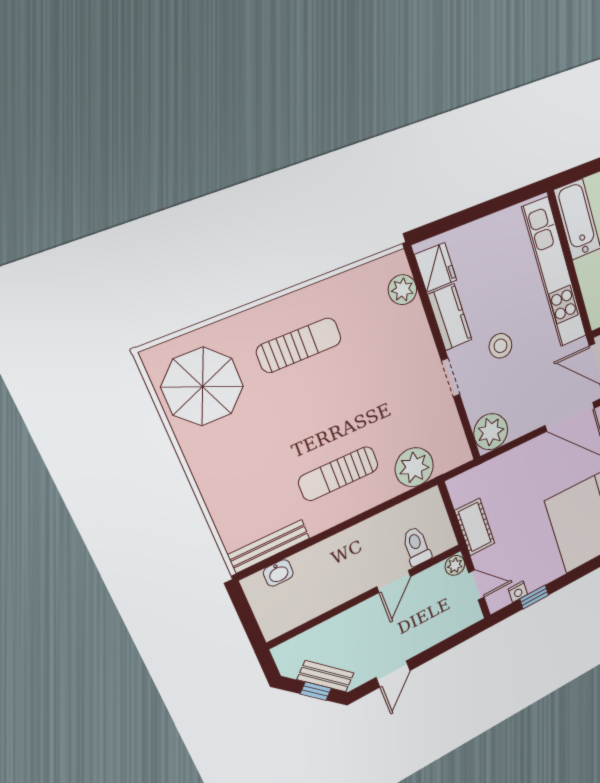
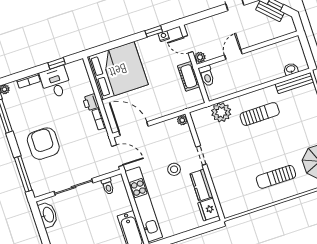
plant: (402, 290) -> (225, 200), removed
plant: (491, 432) -> (182, 120), width x0.53, depth x0.53
toilet: (416, 546) -> (207, 76), moved

